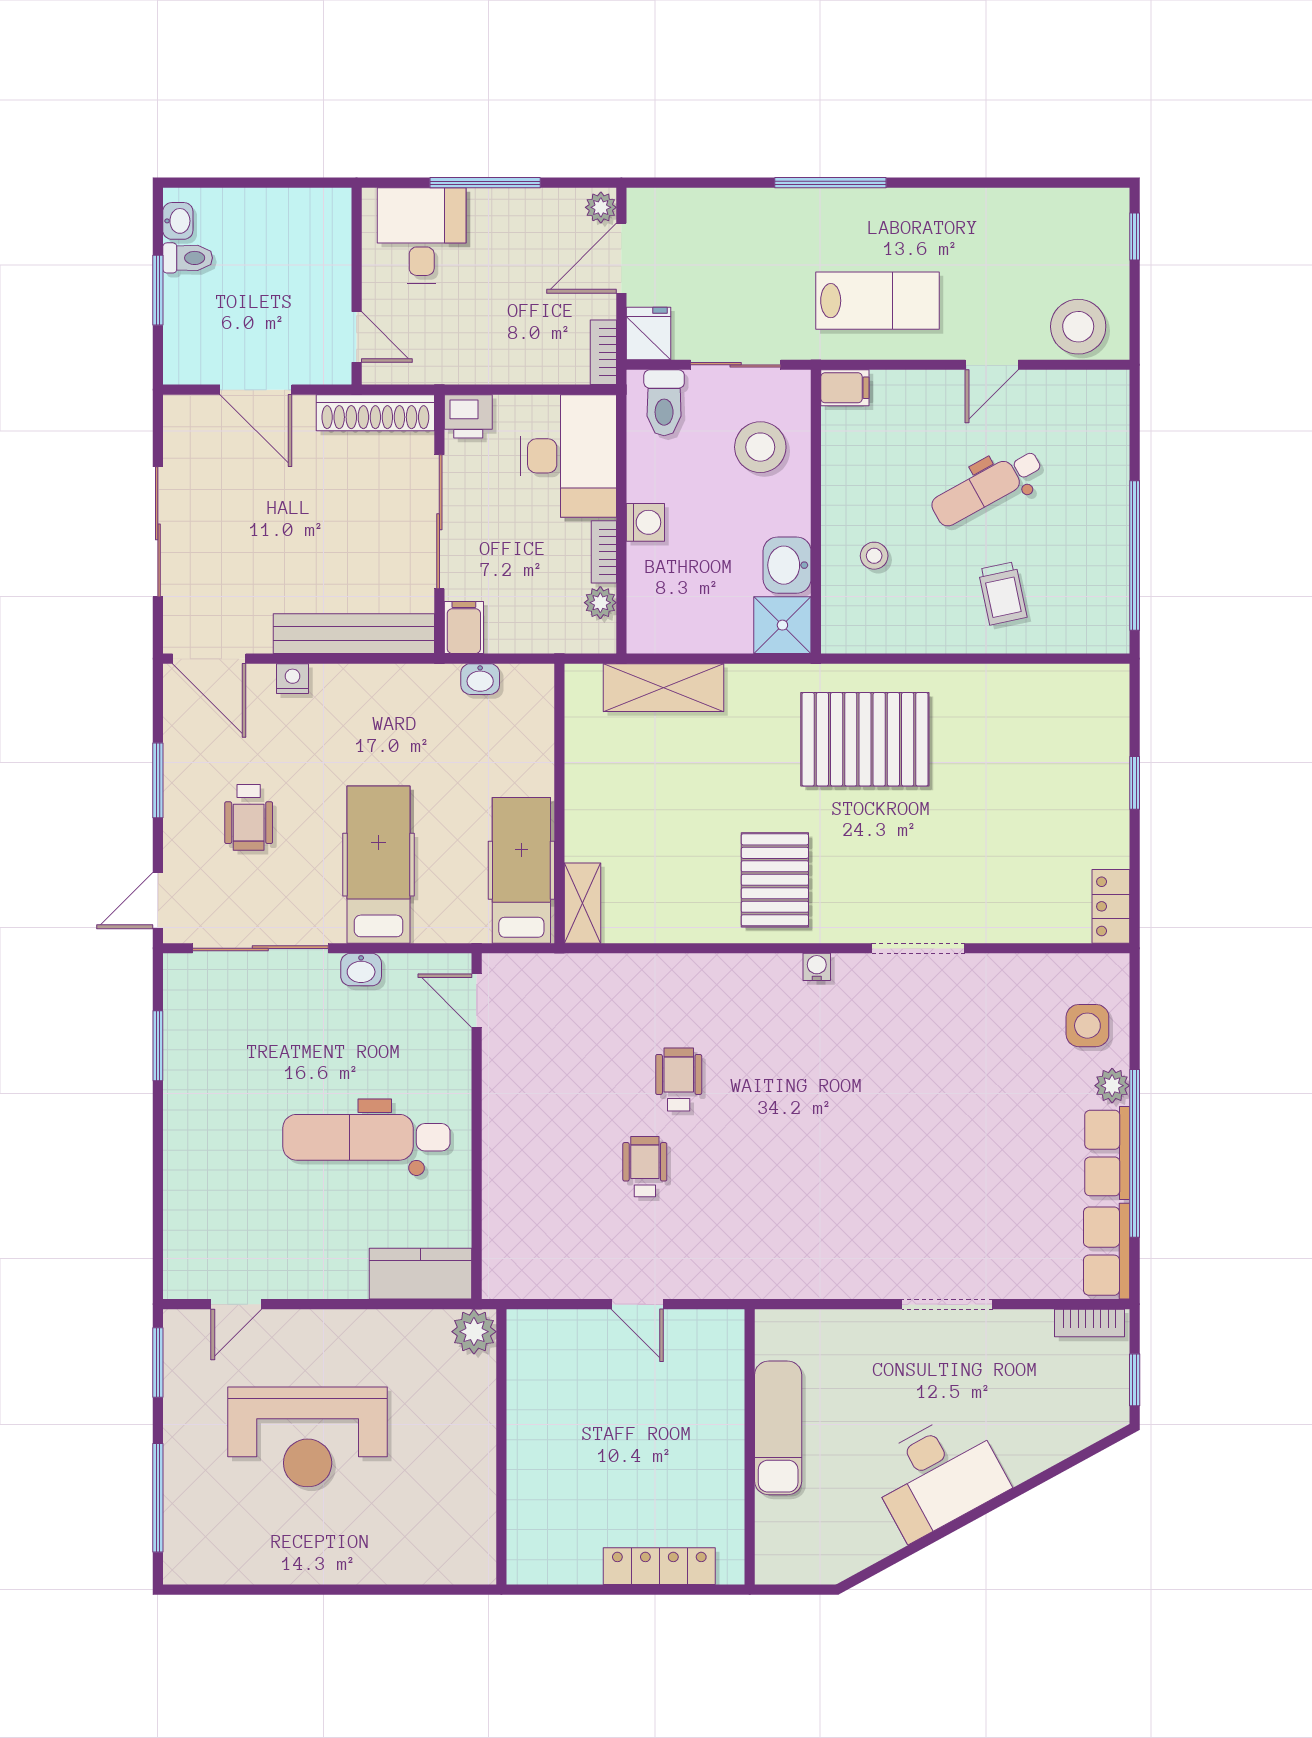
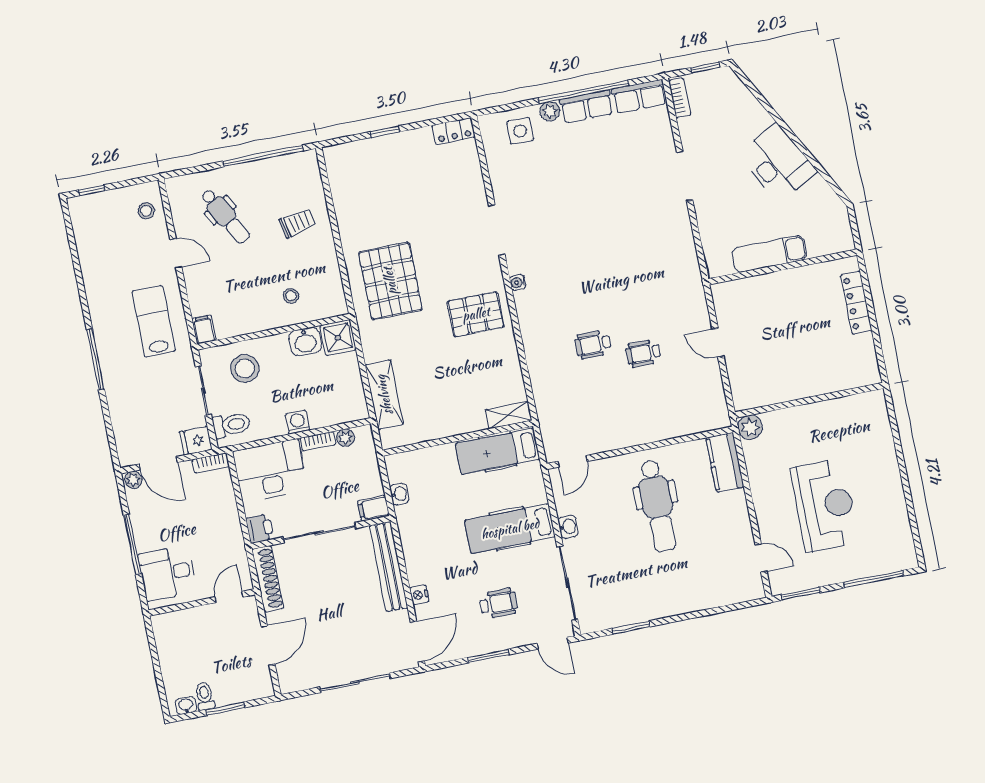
stool: (1078, 327) -> (146, 211), width x0.53, depth x0.53
dental chair: (987, 487) -> (225, 216), moved
door: (637, 1304) -> (718, 343), swing flipped

